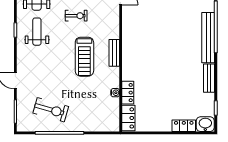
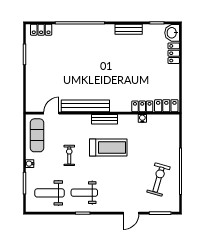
bench: (208, 38) -> (85, 106), moved

